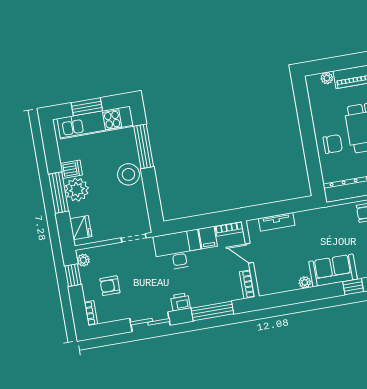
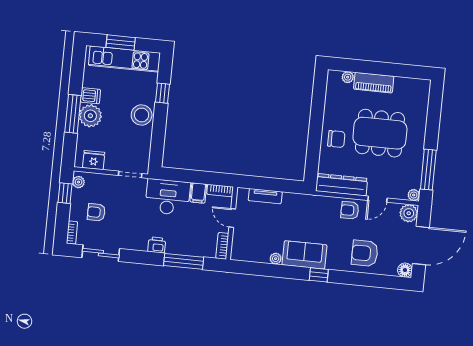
window: (144, 146) -> (163, 93), width x0.46
fridge: (81, 228) -> (94, 160), moved, turned -90
sliding door: (150, 322) -> (101, 253), moved

